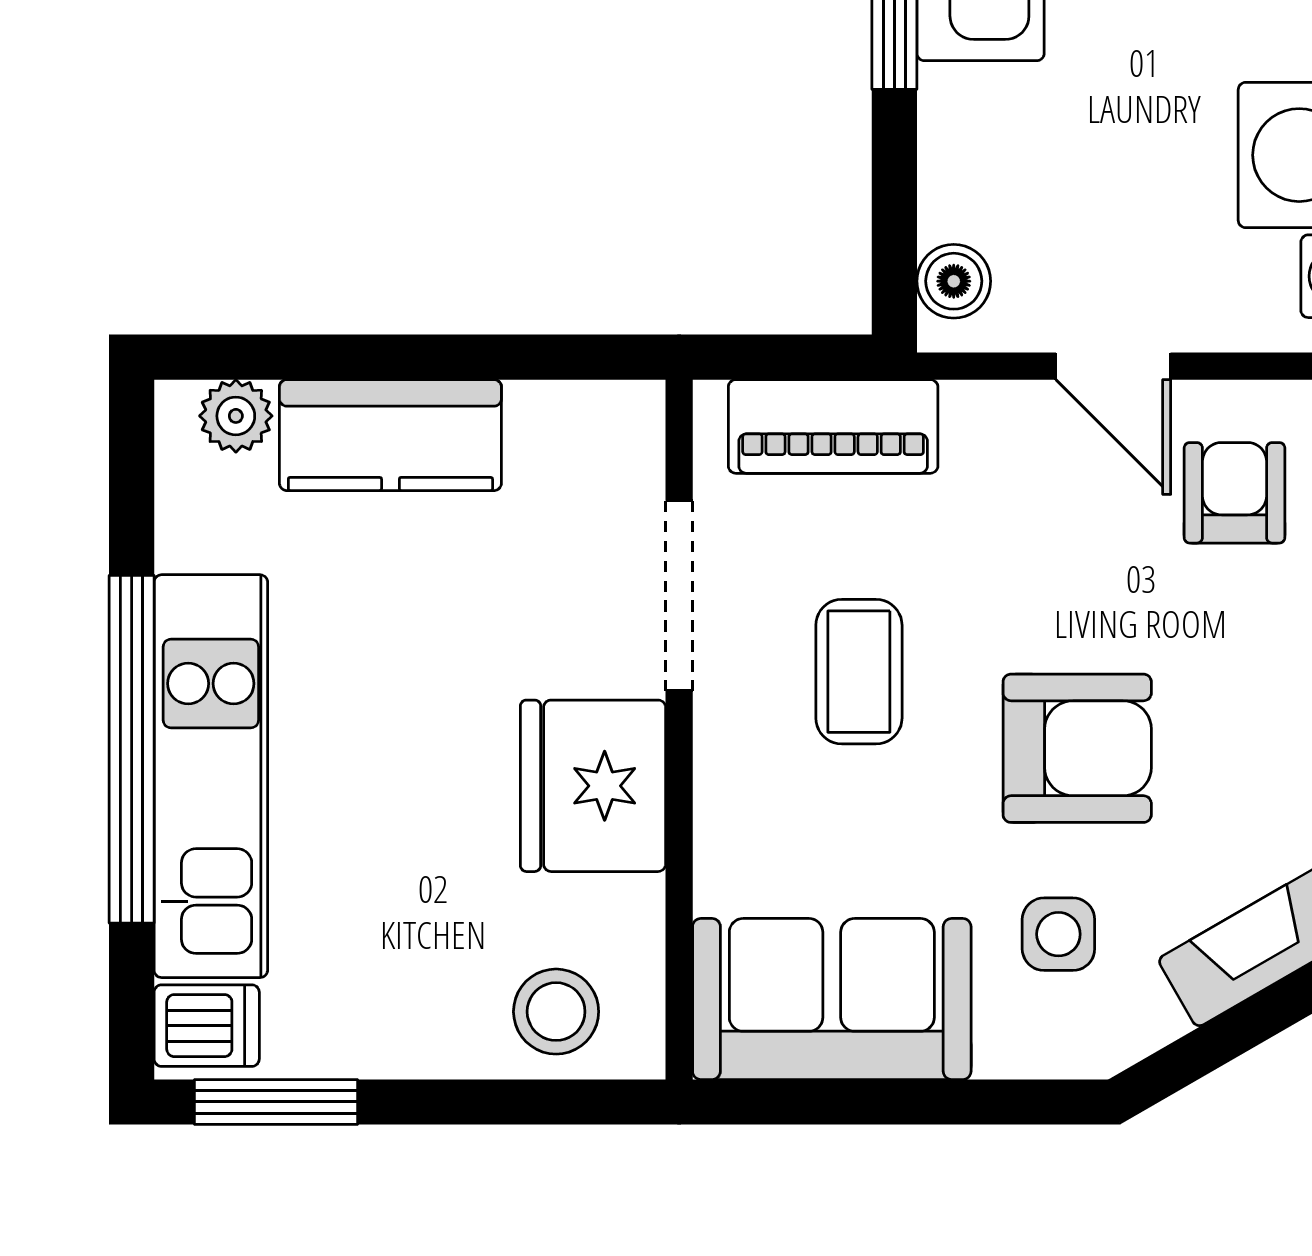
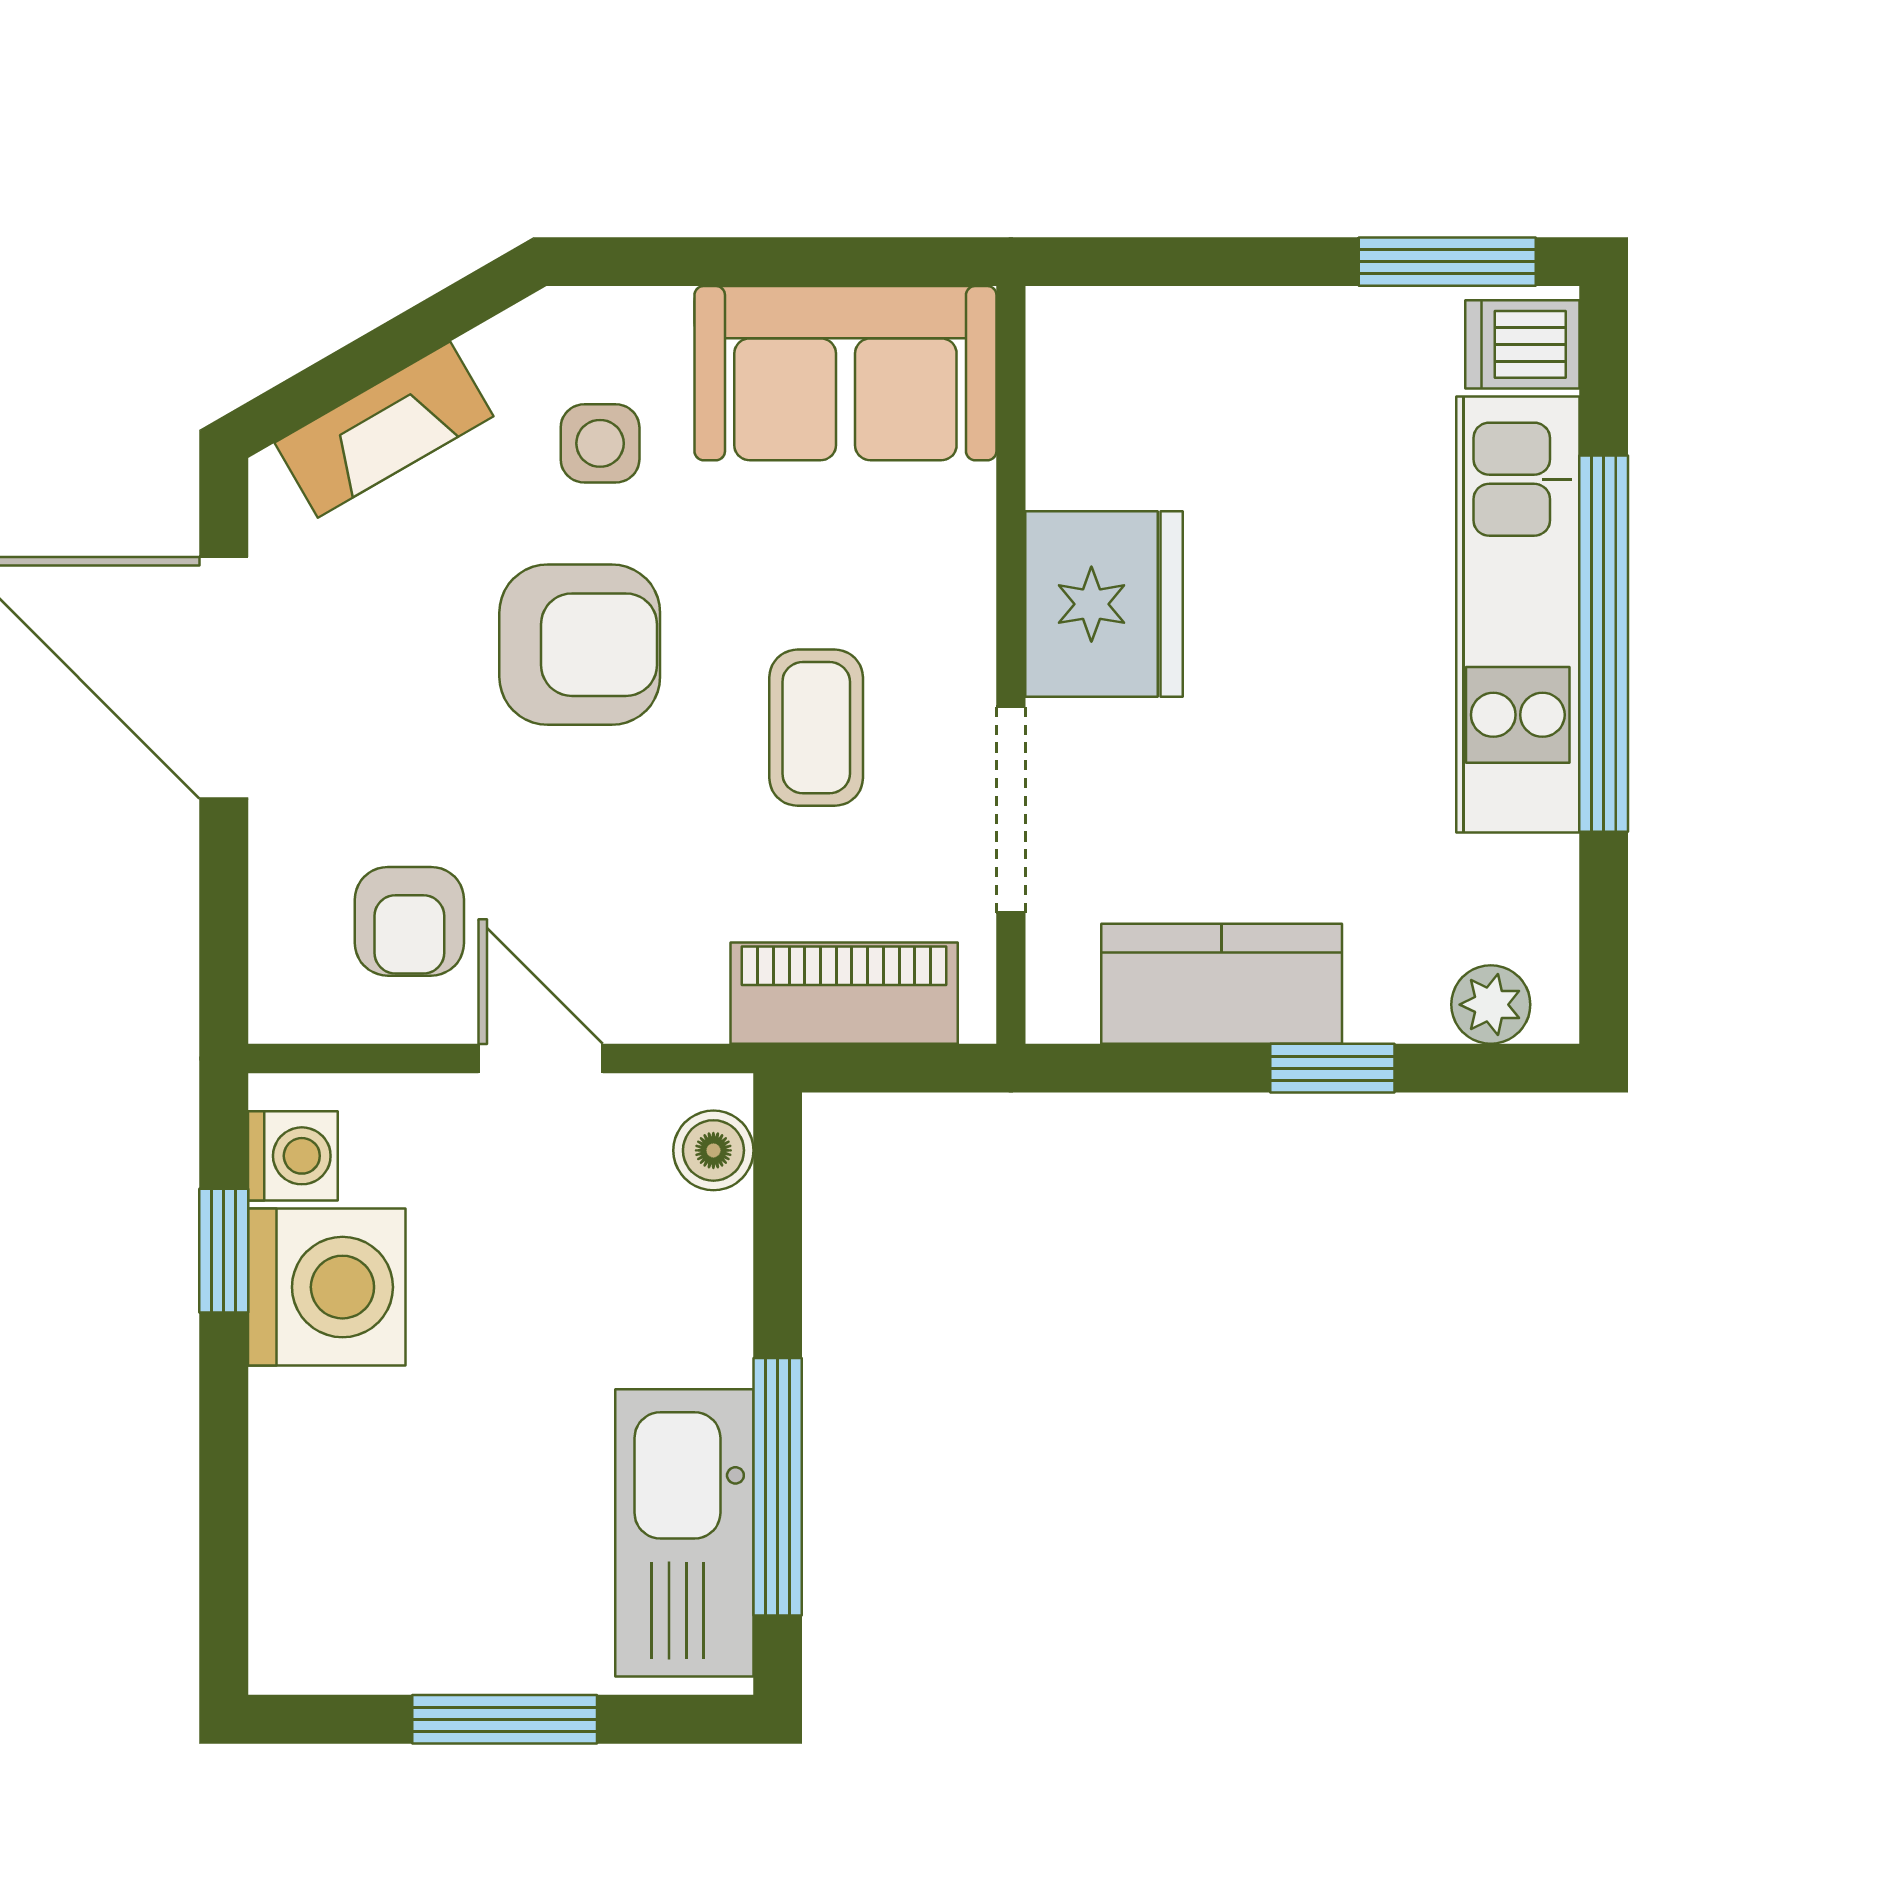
window: (382, 357) -> (1332, 1068), added
kitchen counter: (390, 435) -> (1222, 984), moved
armchair: (1077, 748) -> (580, 645), turned 180
stool: (556, 1012) -> (1144, 360), removed

